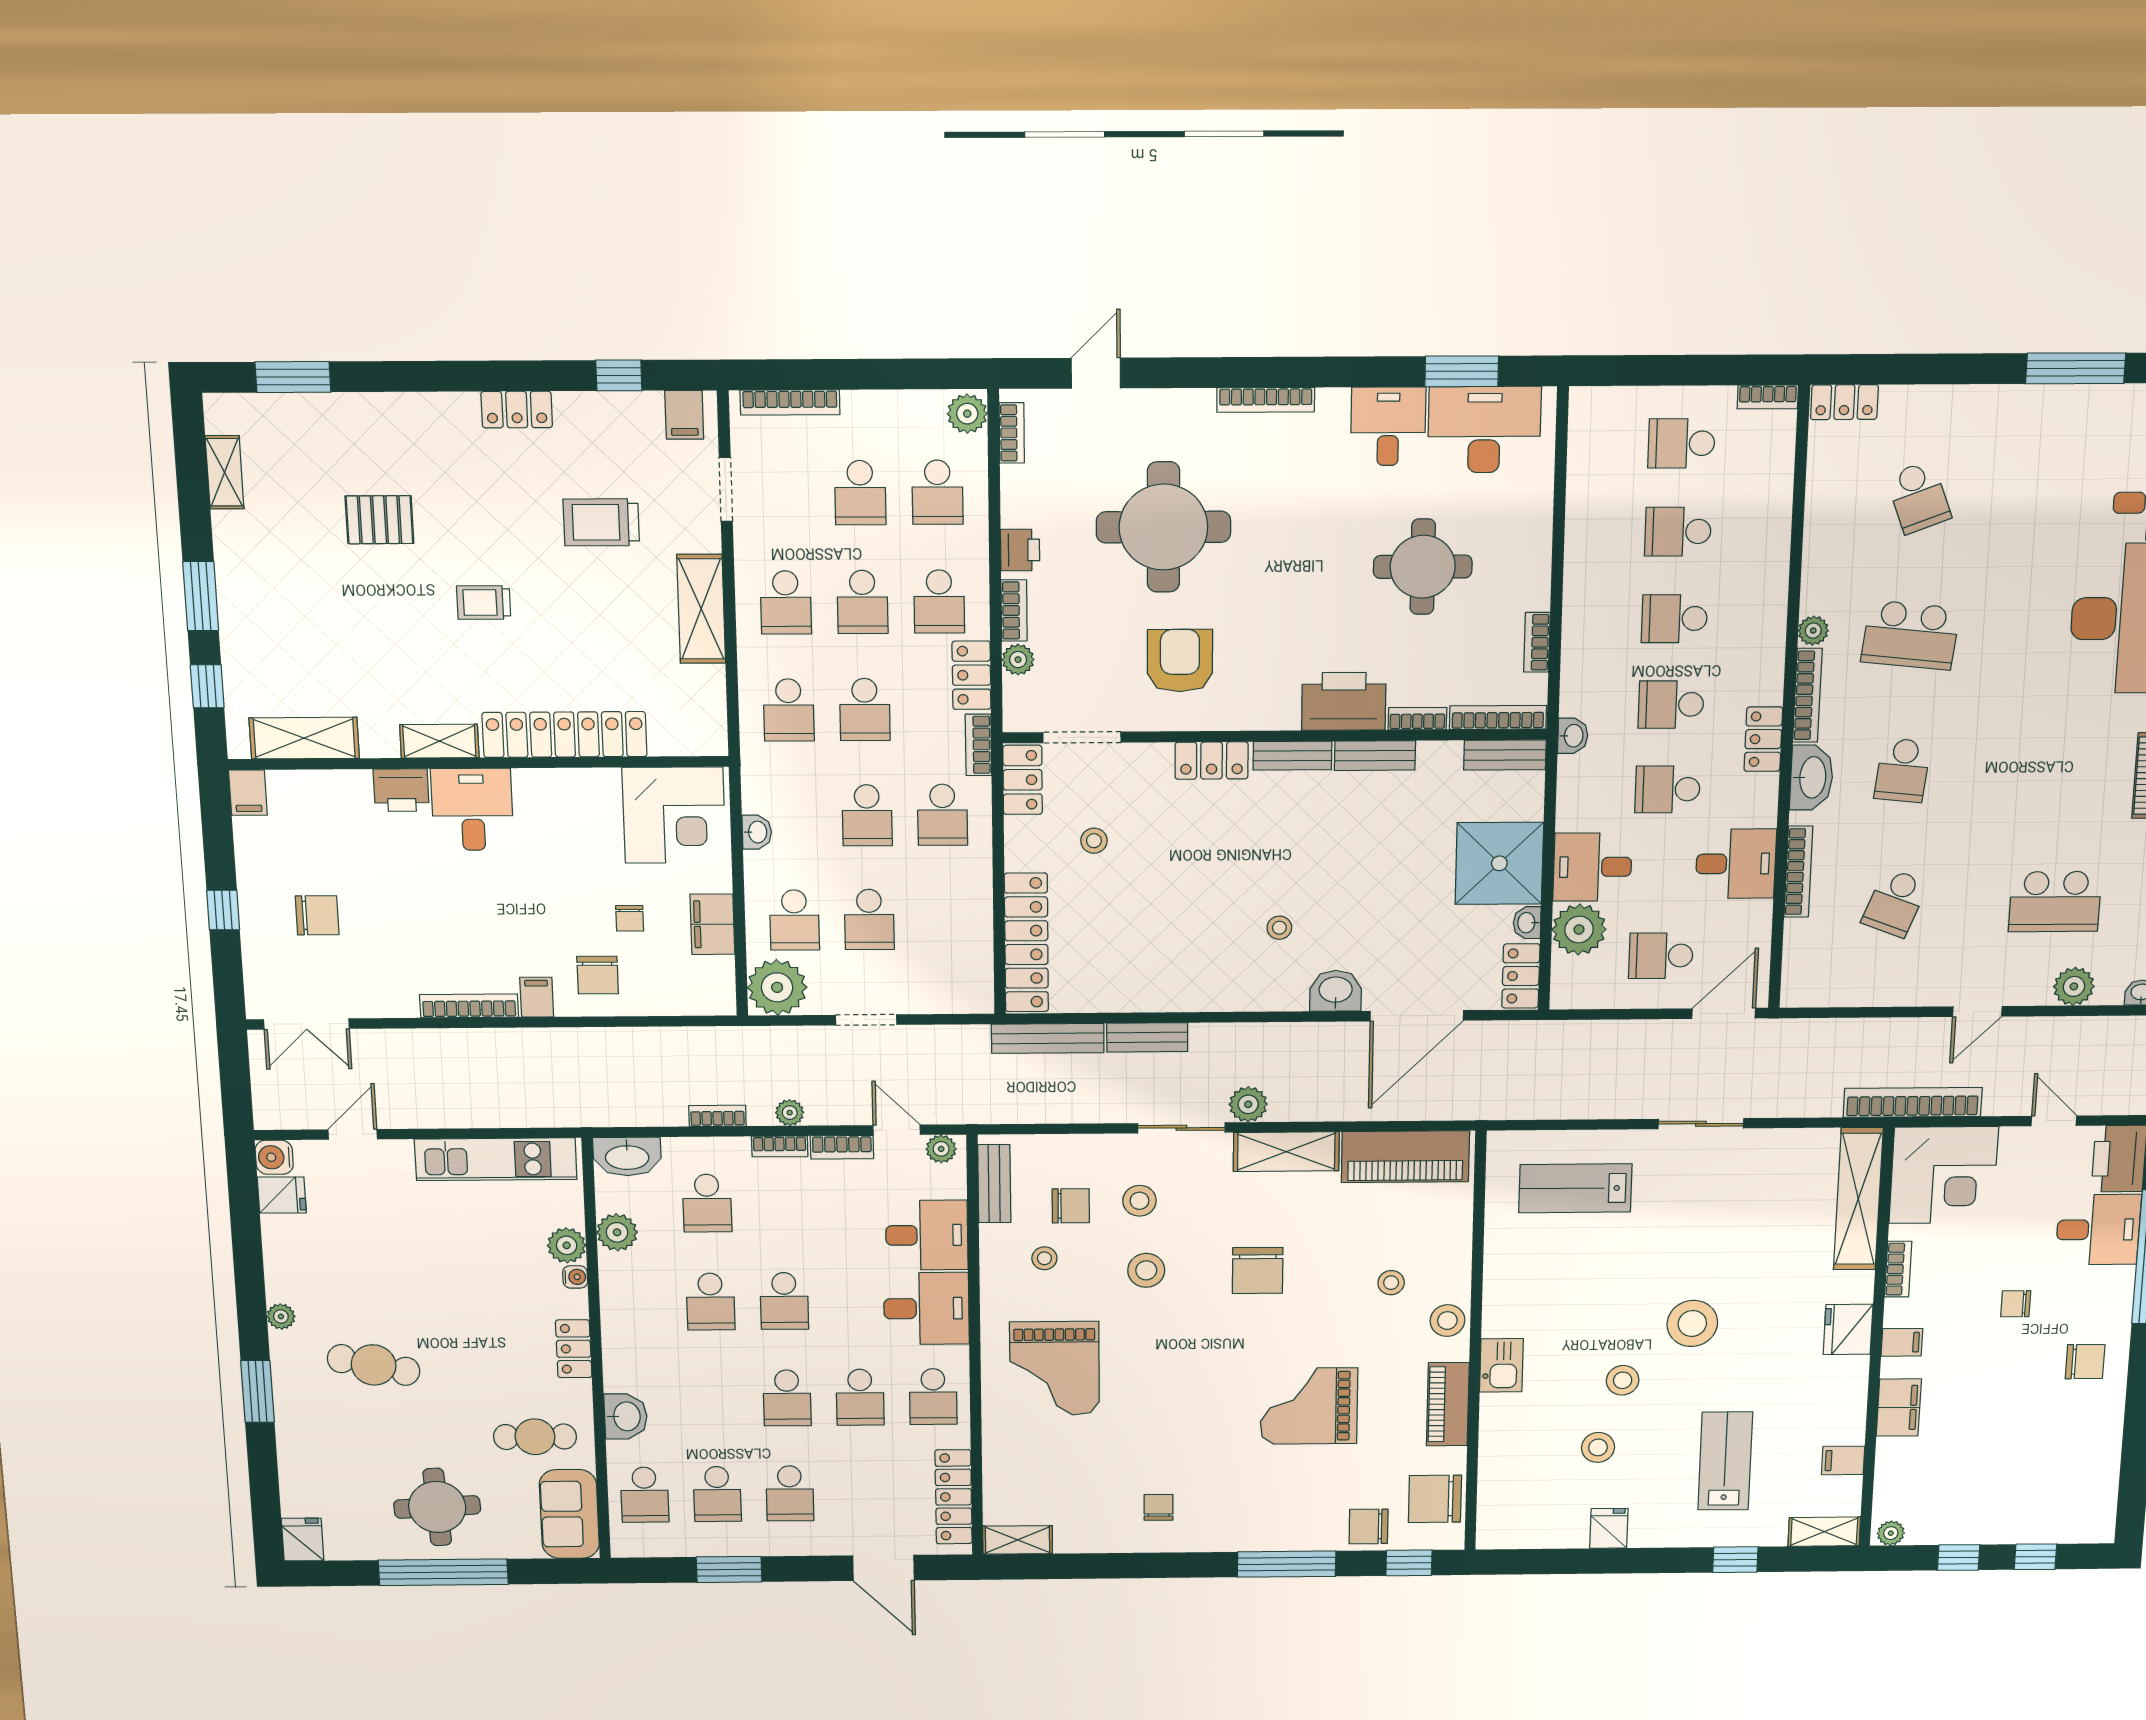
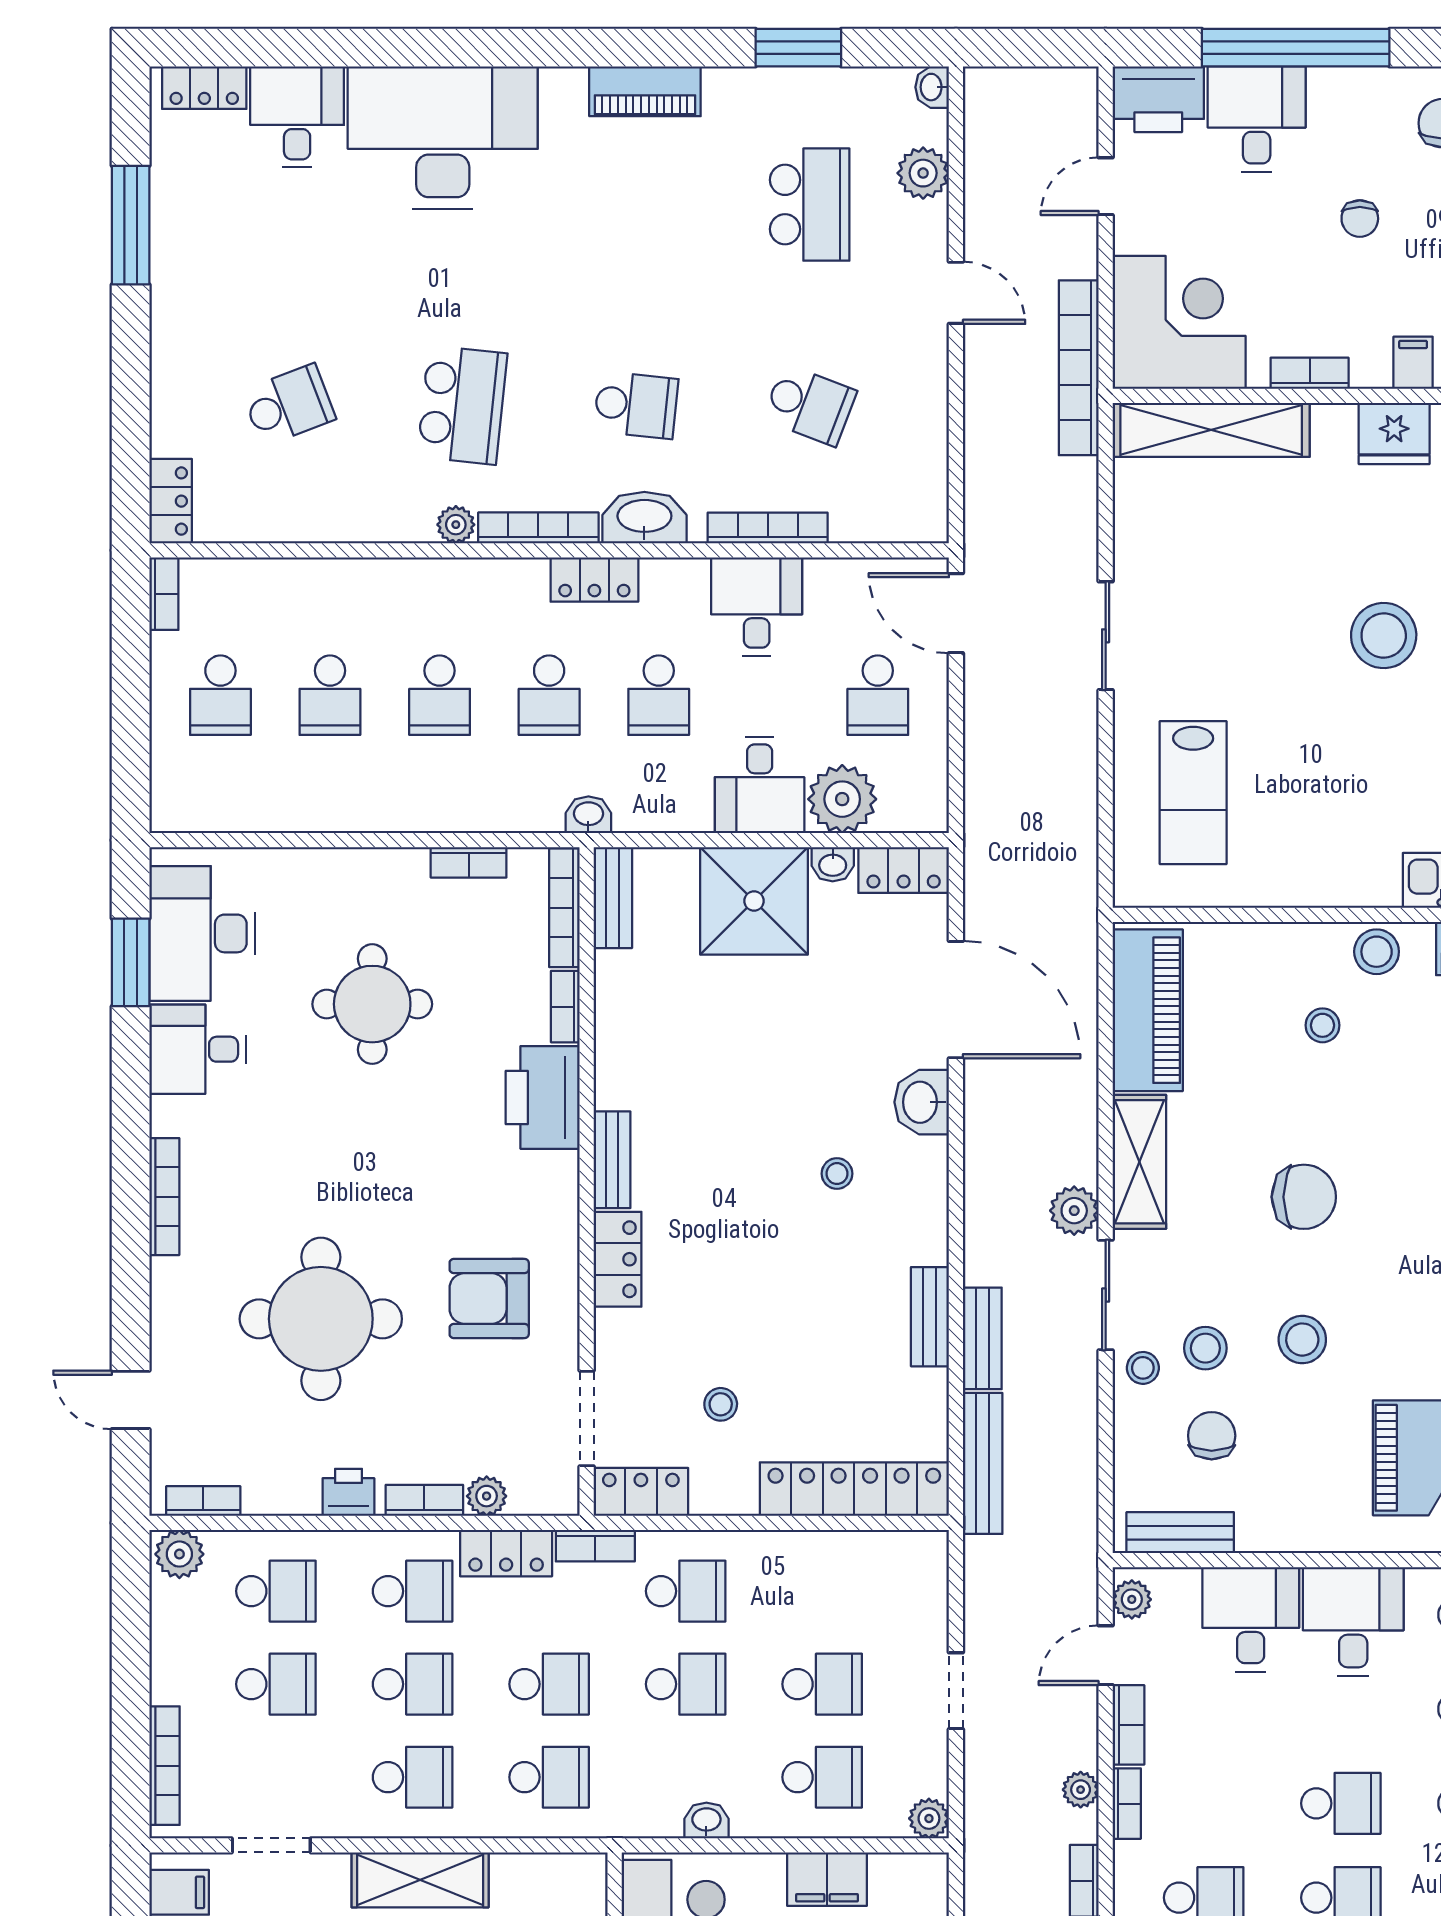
bench: (1375, 756) -> (930, 1317), moved
plant: (777, 987) -> (929, 1818), width x0.53, depth x0.53
stool: (1044, 1258) -> (1143, 1368), moved

